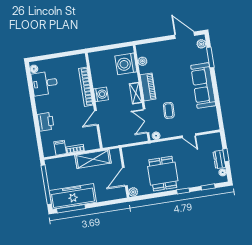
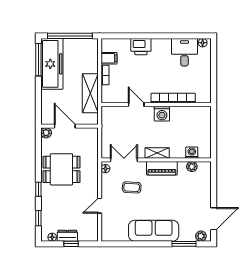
washing machine: (126, 64) -> (192, 153), width x0.53, depth x0.53

